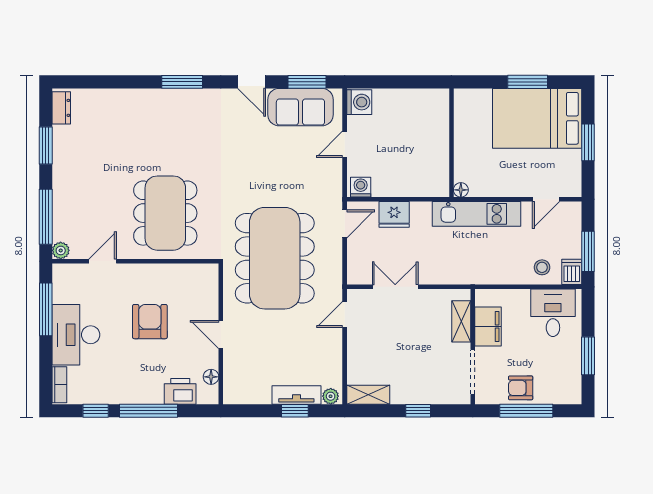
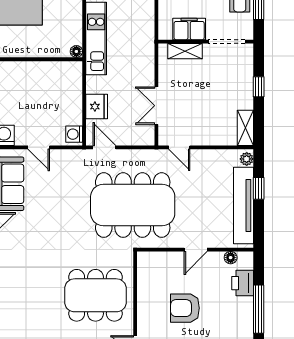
tv unit: (296, 395) -> (243, 205), width x1.92, depth x1.29

